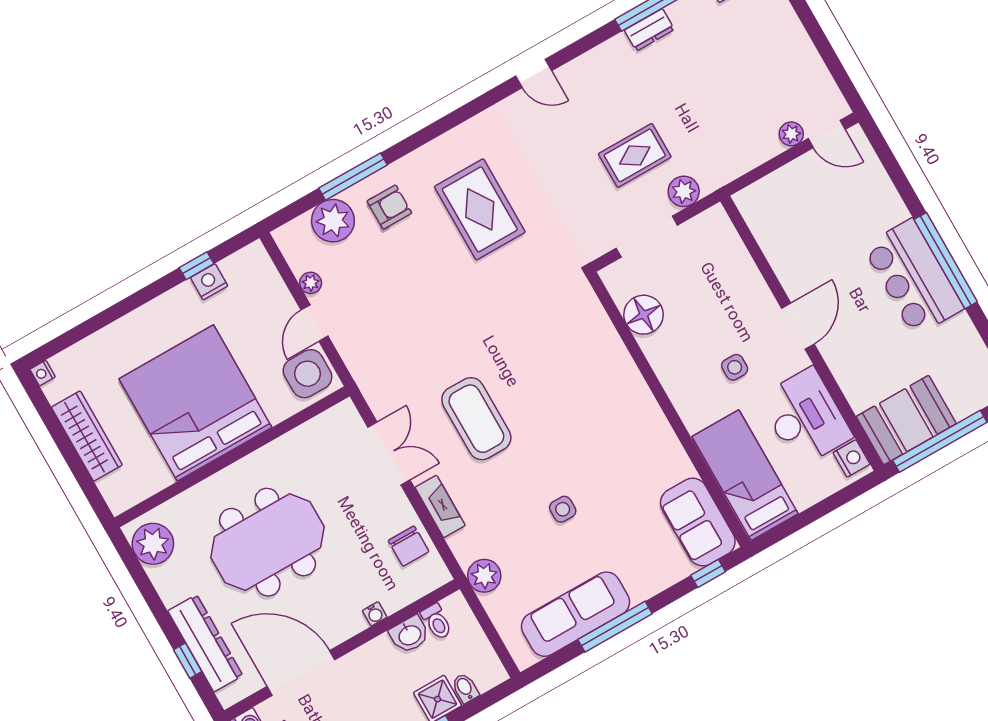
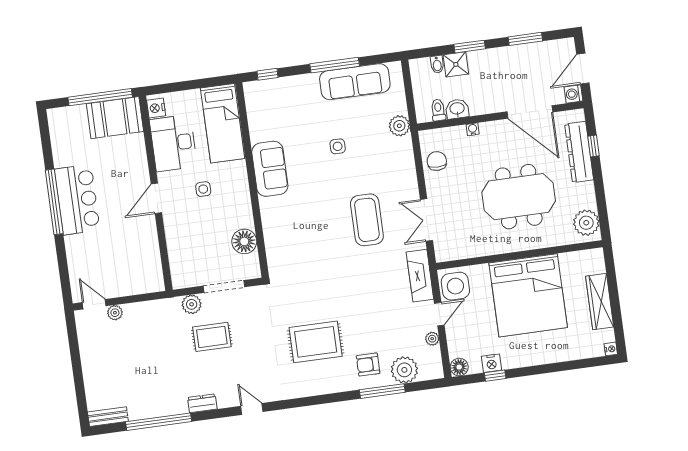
dresser: (649, 30) -> (202, 403), moved
rug: (480, 209) -> (316, 342), turned 90
floor lamp: (254, 257) -> (459, 367), added
fireplace: (440, 506) -> (420, 276), moved, width x1.37, depth x1.32
sofa: (698, 522) -> (270, 169), moved

